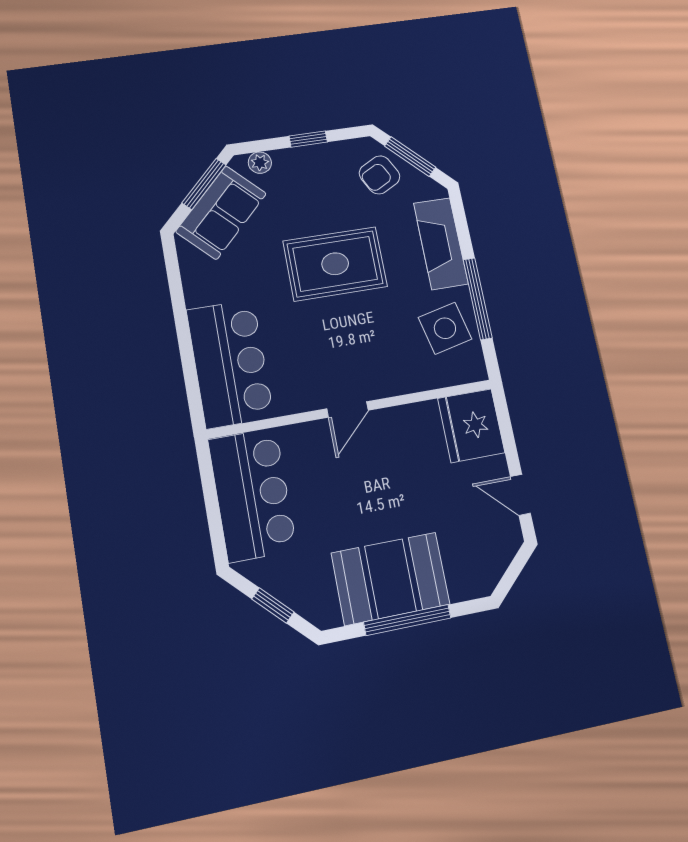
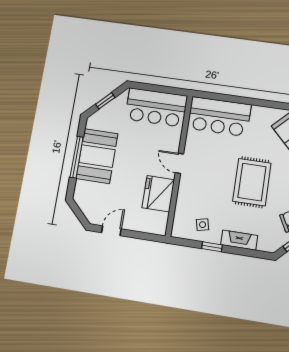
fireplace: (441, 243) -> (239, 240), width x0.73, depth x0.76
window: (478, 299) -> (212, 247), width x0.46
side table: (445, 328) -> (203, 225), width x0.54, depth x0.54
fridge: (471, 426) -> (158, 194), moved, turned -90

